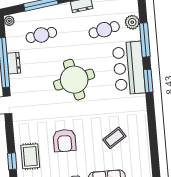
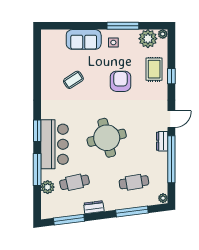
dresser: (14, 63) -> (162, 141), moved
window: (12, 161) -> (171, 76), moved

